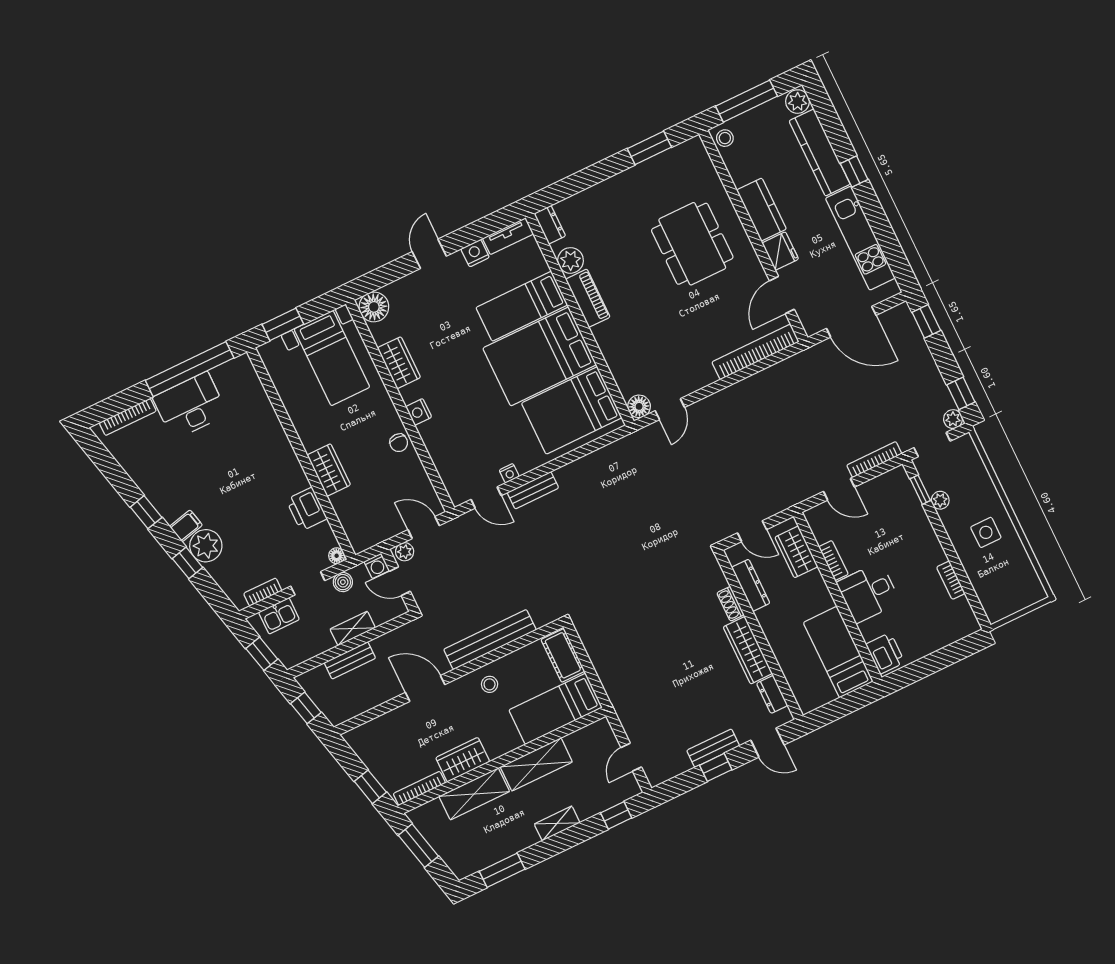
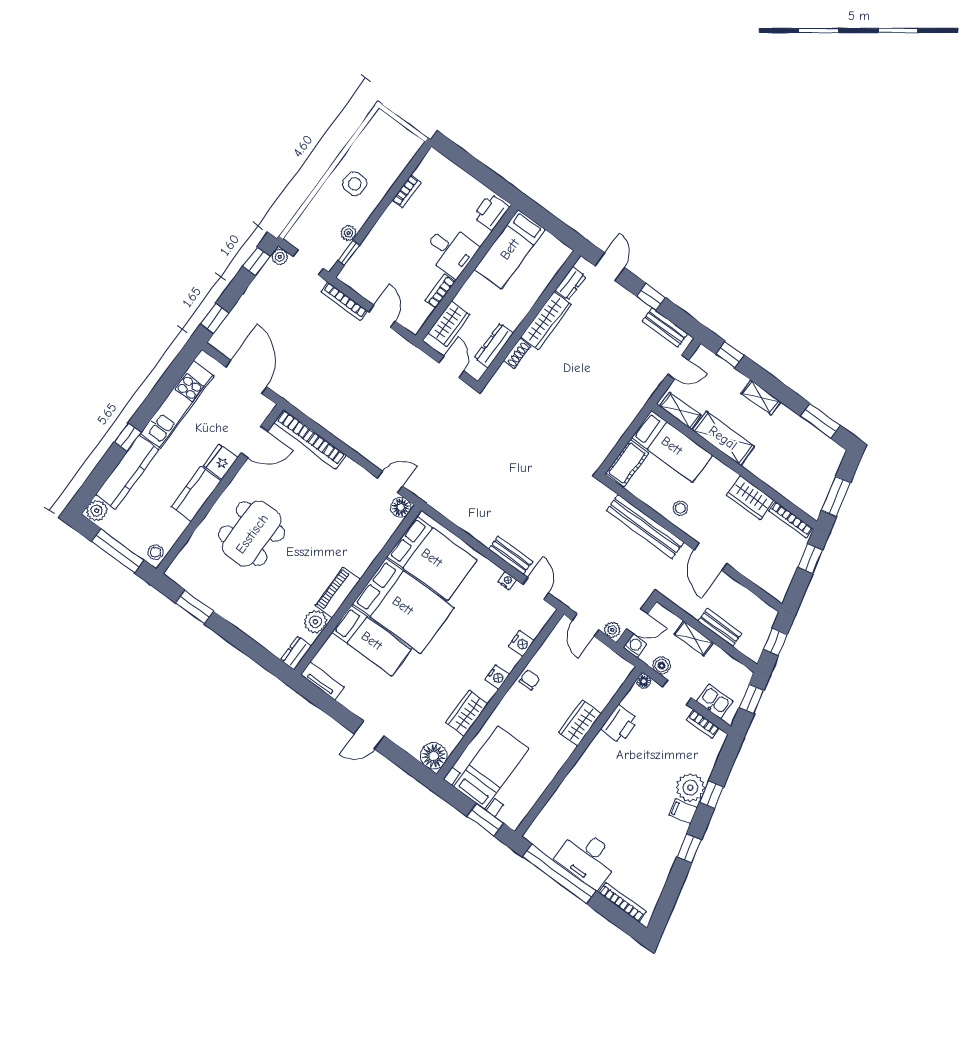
nightstand: (475, 253) -> (521, 643), moved, turned -90
door: (400, 581) -> (637, 621), hinge flipped
bench: (713, 748) -> (665, 327), moved
shelving: (474, 794) -> (680, 411), moved, width x0.67, depth x0.75

